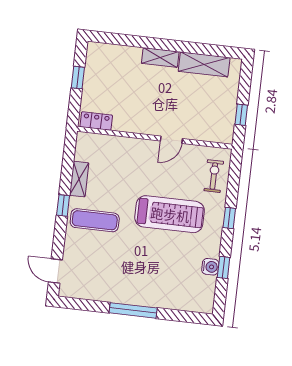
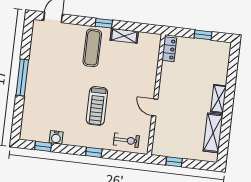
treadmill: (170, 214) -> (97, 106), width x0.73, depth x0.73
window: (224, 267) -> (43, 146), moved

